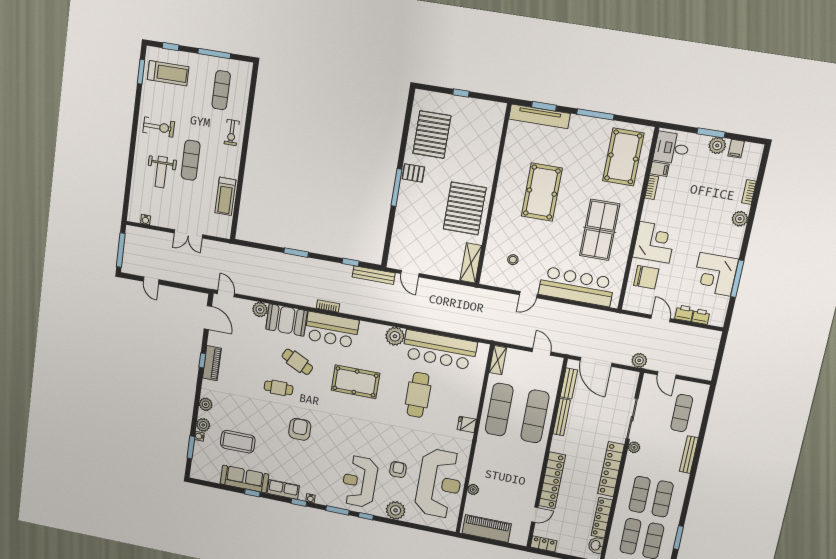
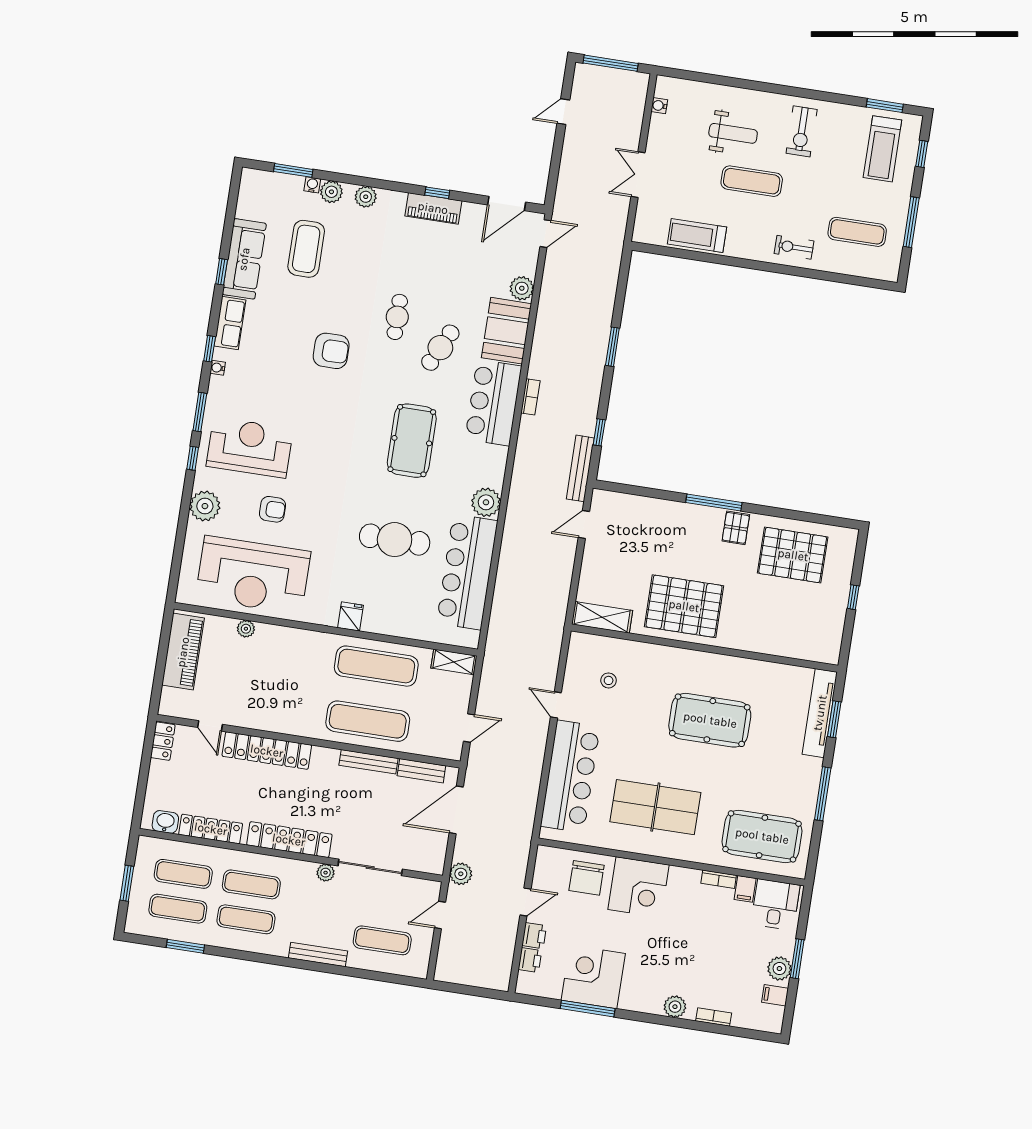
weight bench: (161, 172) -> (733, 133), turned 180

